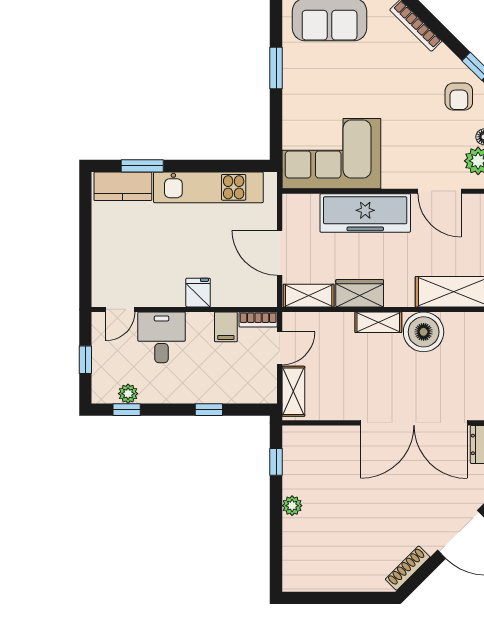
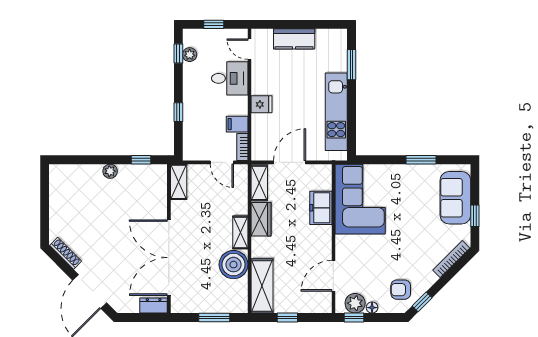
kitchen counter: (123, 186) -> (294, 39), moved, turned -90
freezer: (365, 213) -> (321, 208), width x0.52, depth x0.79
shelving: (293, 391) -> (179, 182), moved, turned 90

